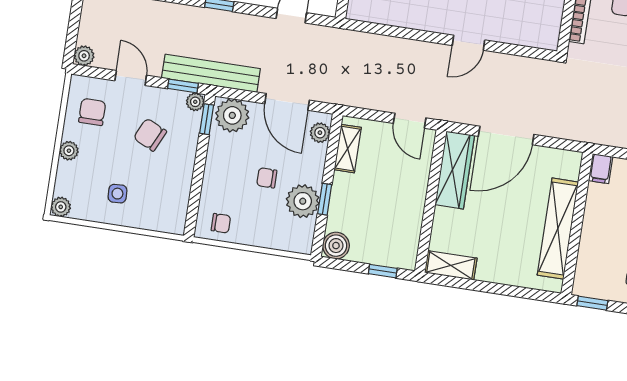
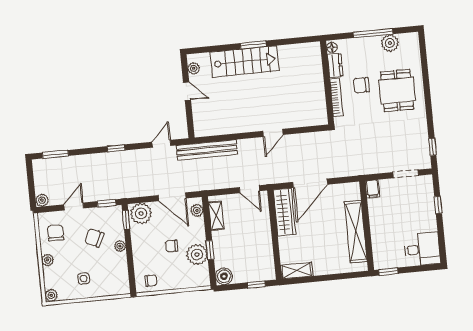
bench: (211, 73) -> (207, 150), moved
door: (131, 78) -> (74, 206), hinge flipped
plant: (195, 102) -> (120, 246), moved

